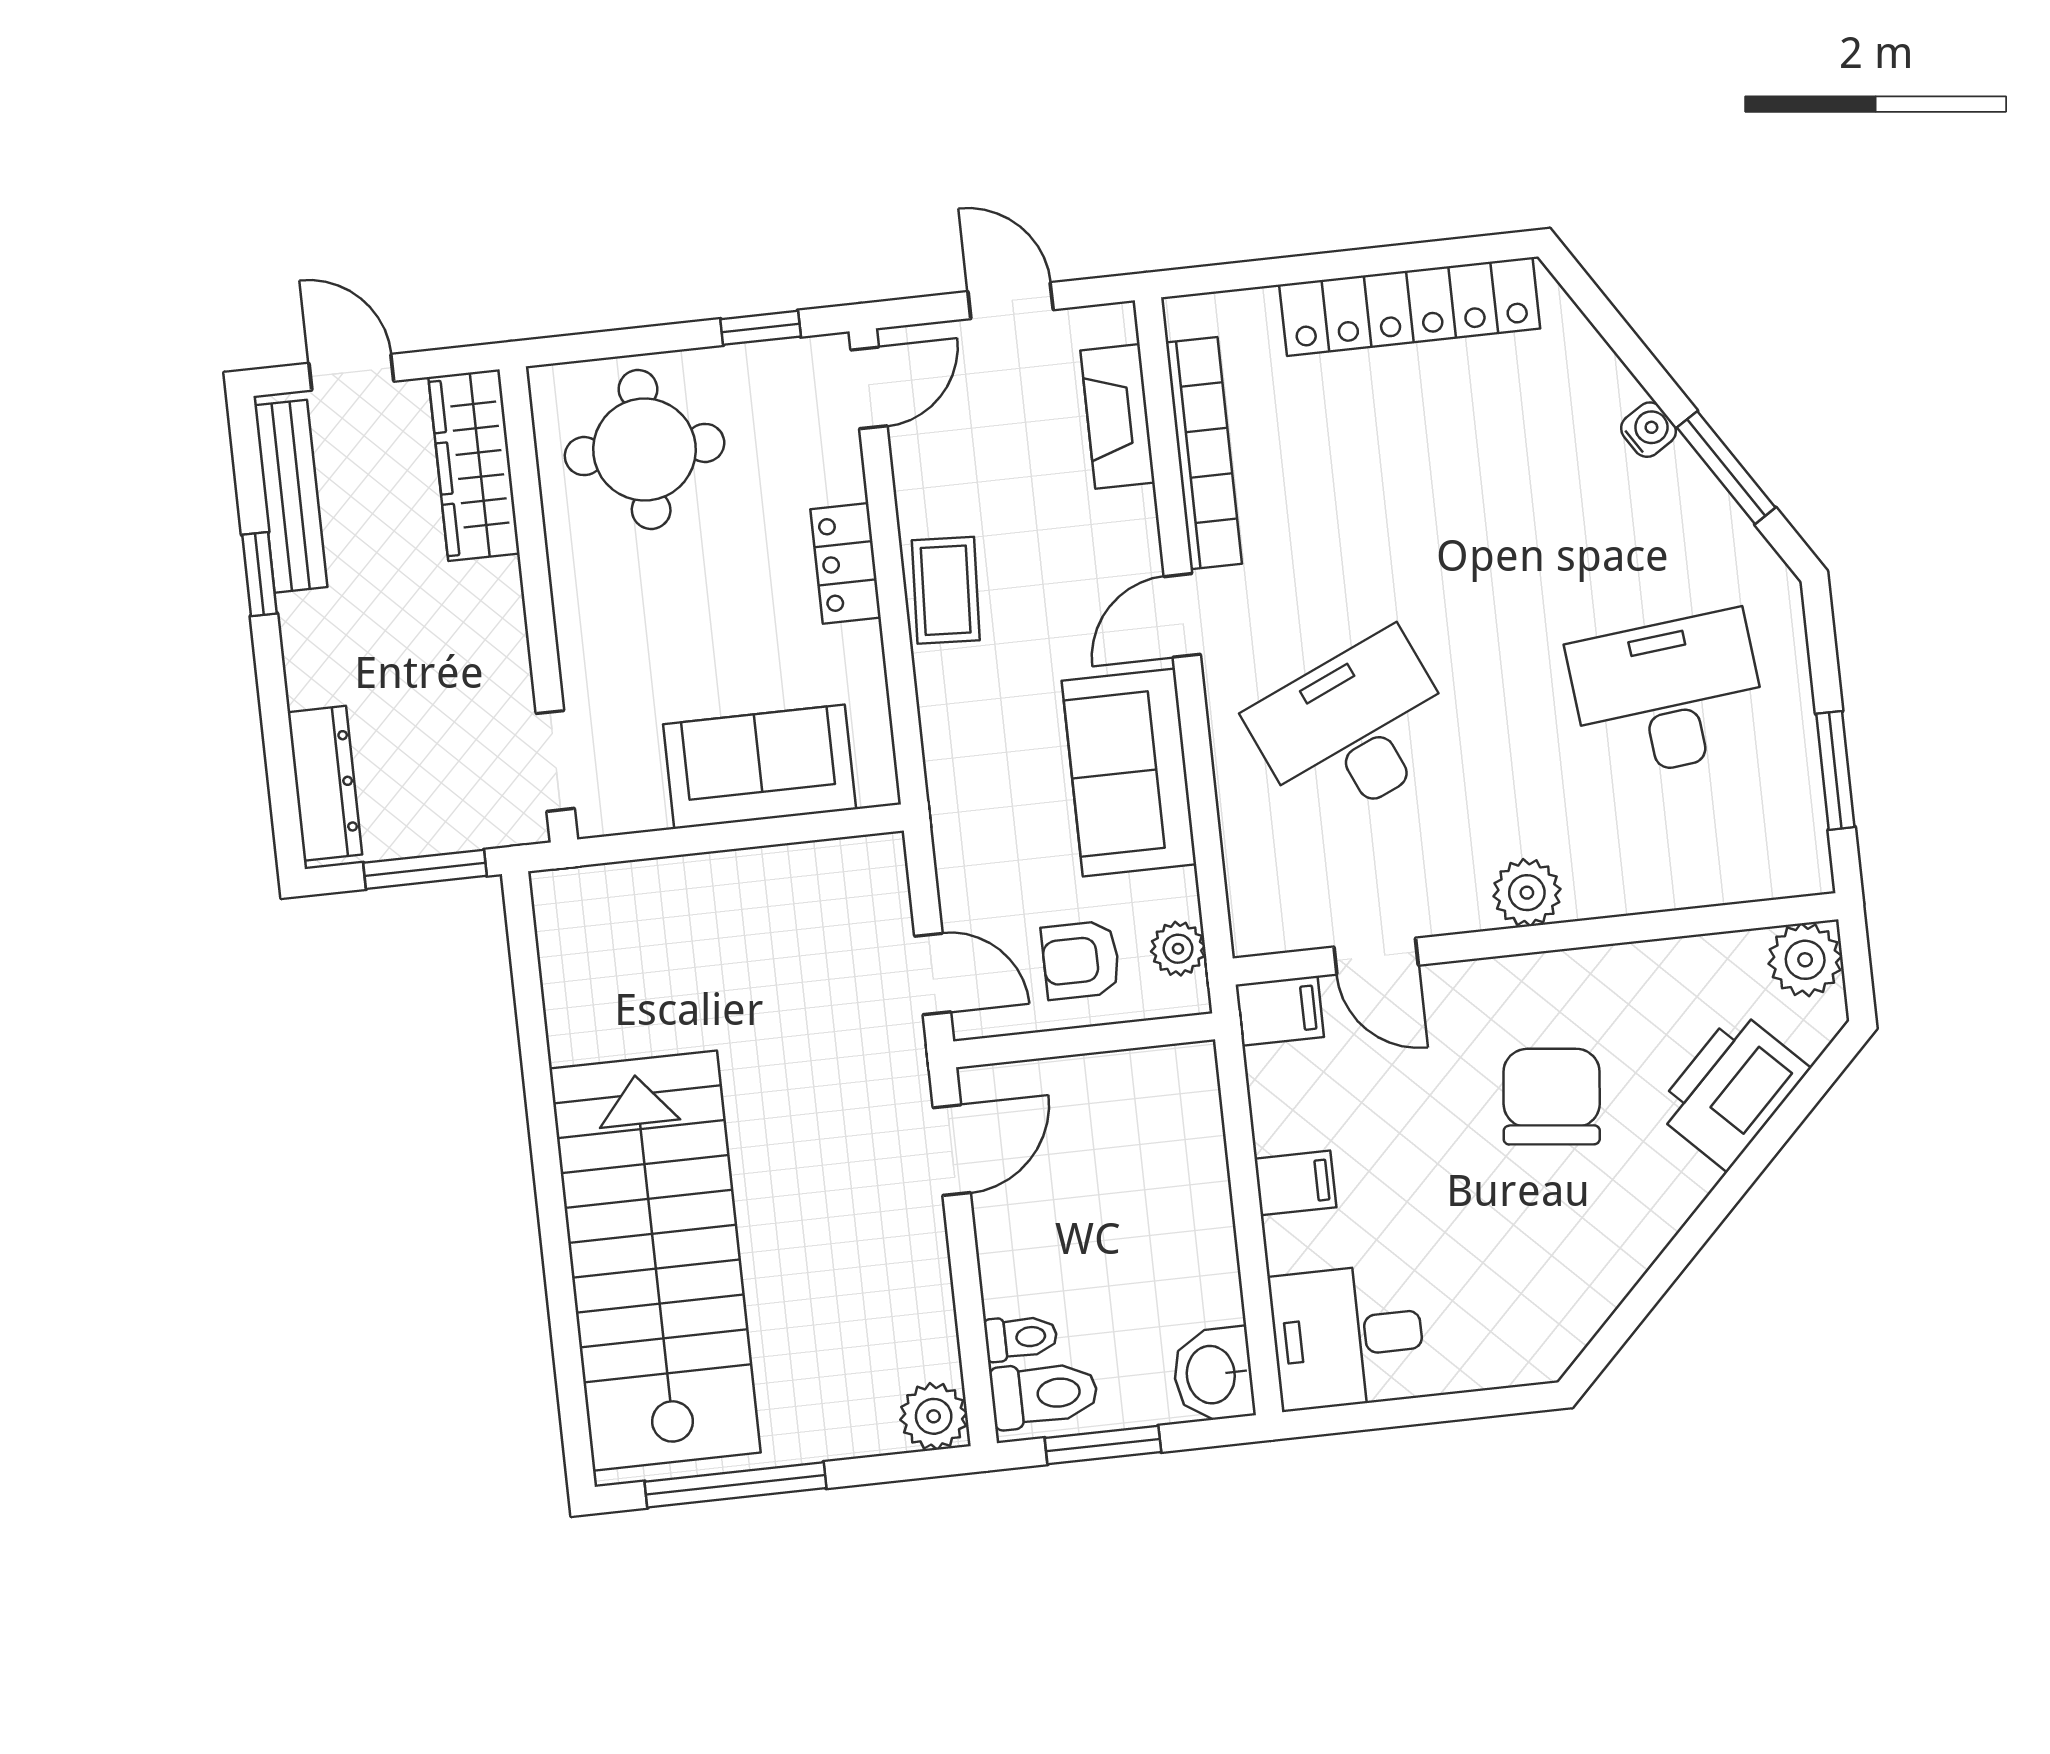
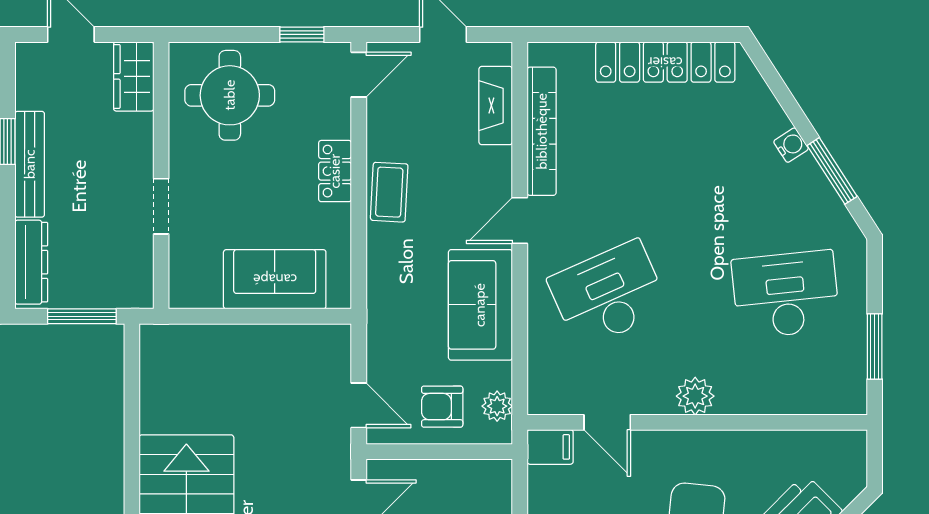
wardrobe: (474, 465) -> (134, 76), width x0.67
bench: (291, 496) -> (30, 164), moved
doorway: (555, 761) -> (161, 206), moved
plant: (1805, 960) -> (846, 450), removed

